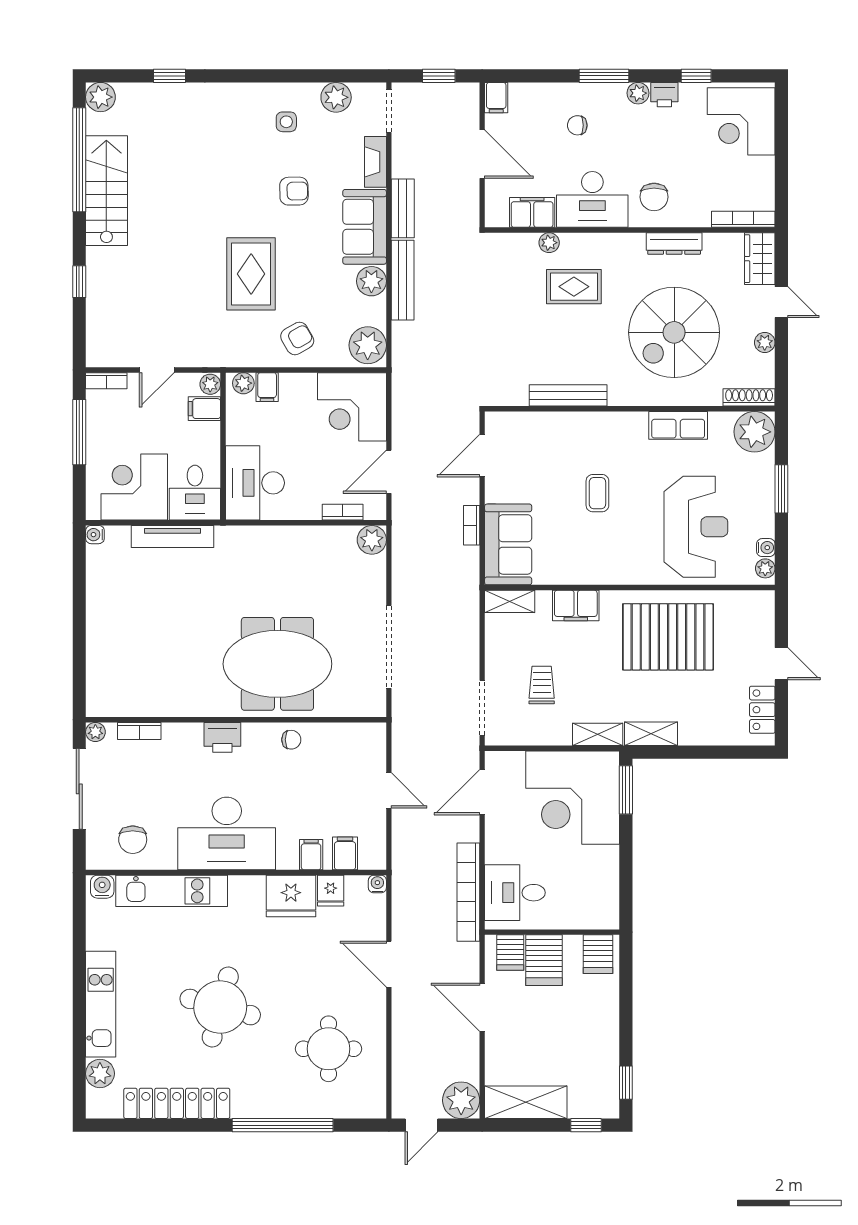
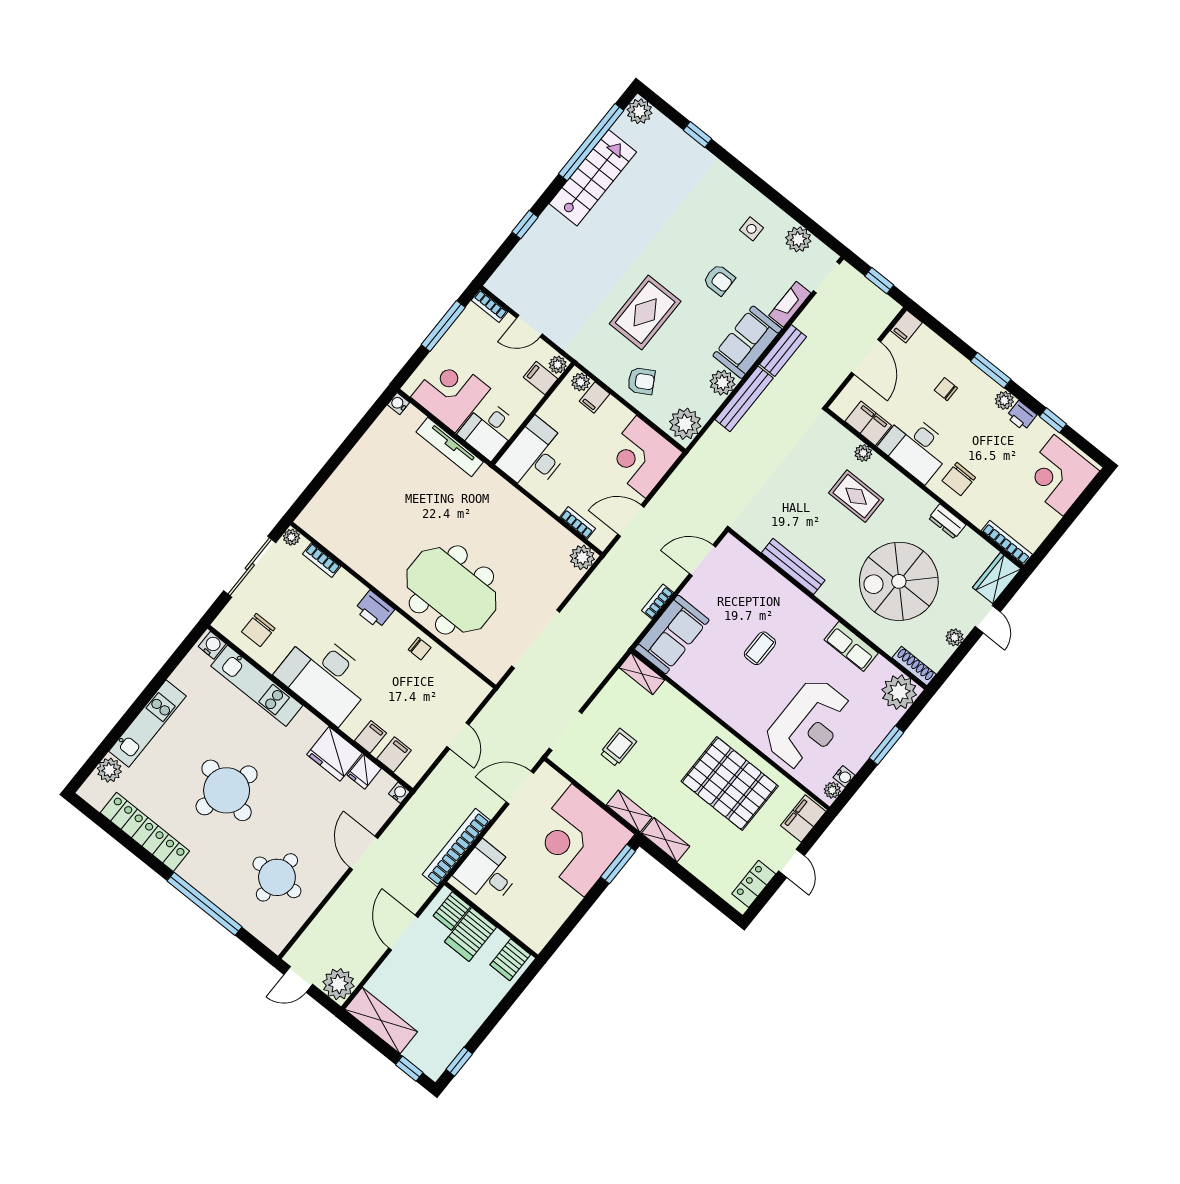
dresser: (674, 243) -> (947, 521), width x0.70
filing cabinet: (576, 606) -> (803, 818), moved, turned 90

